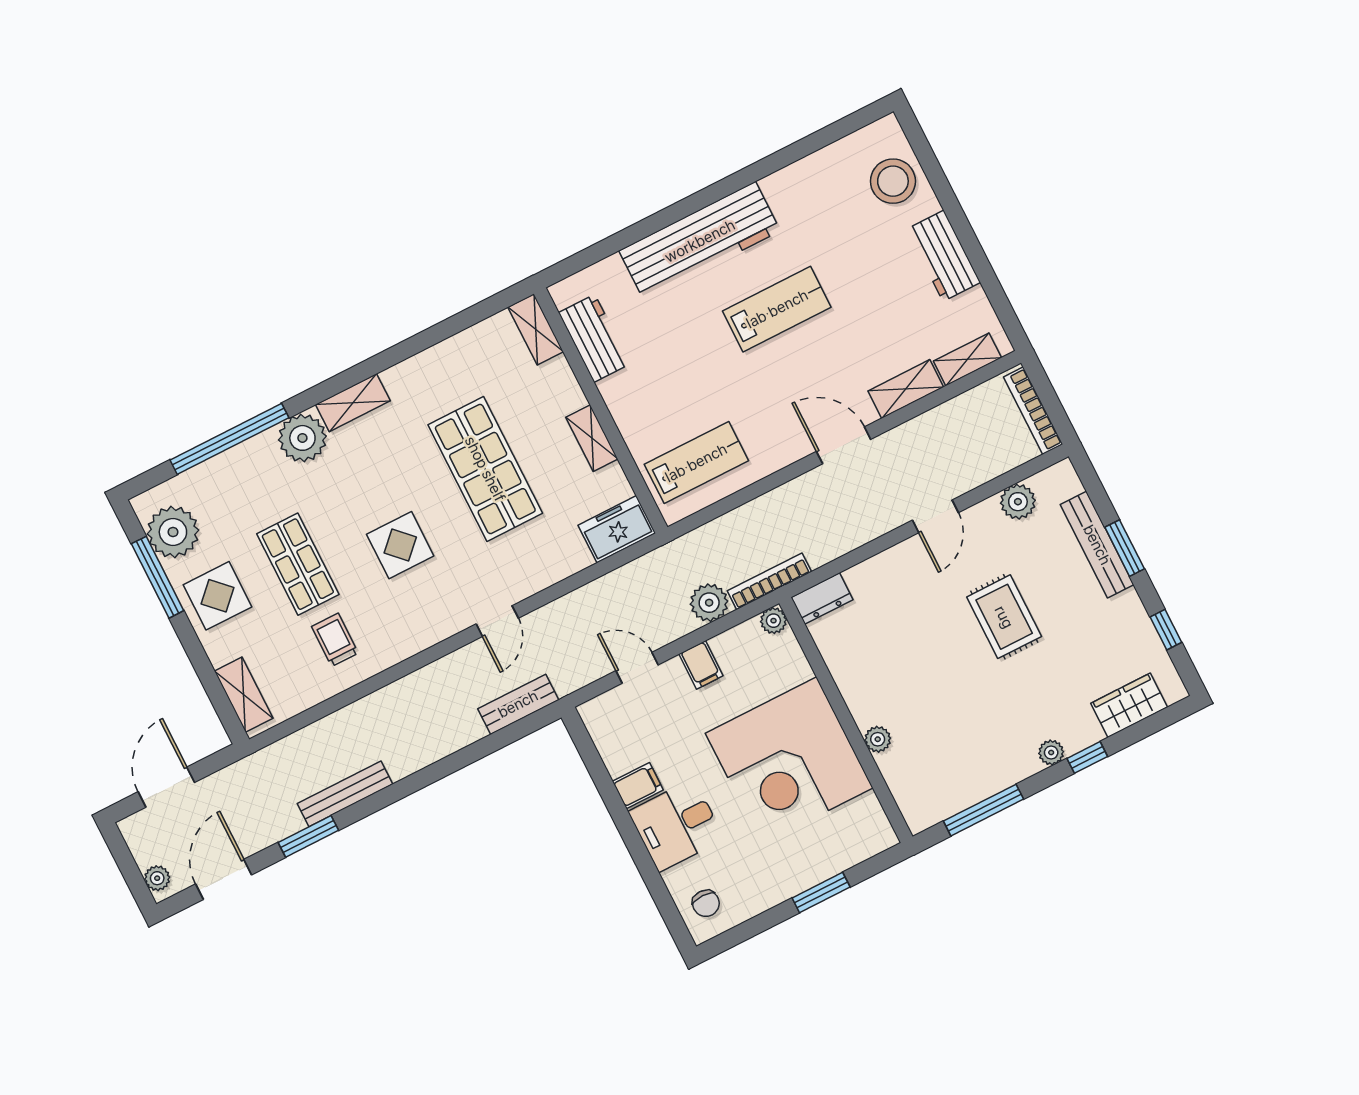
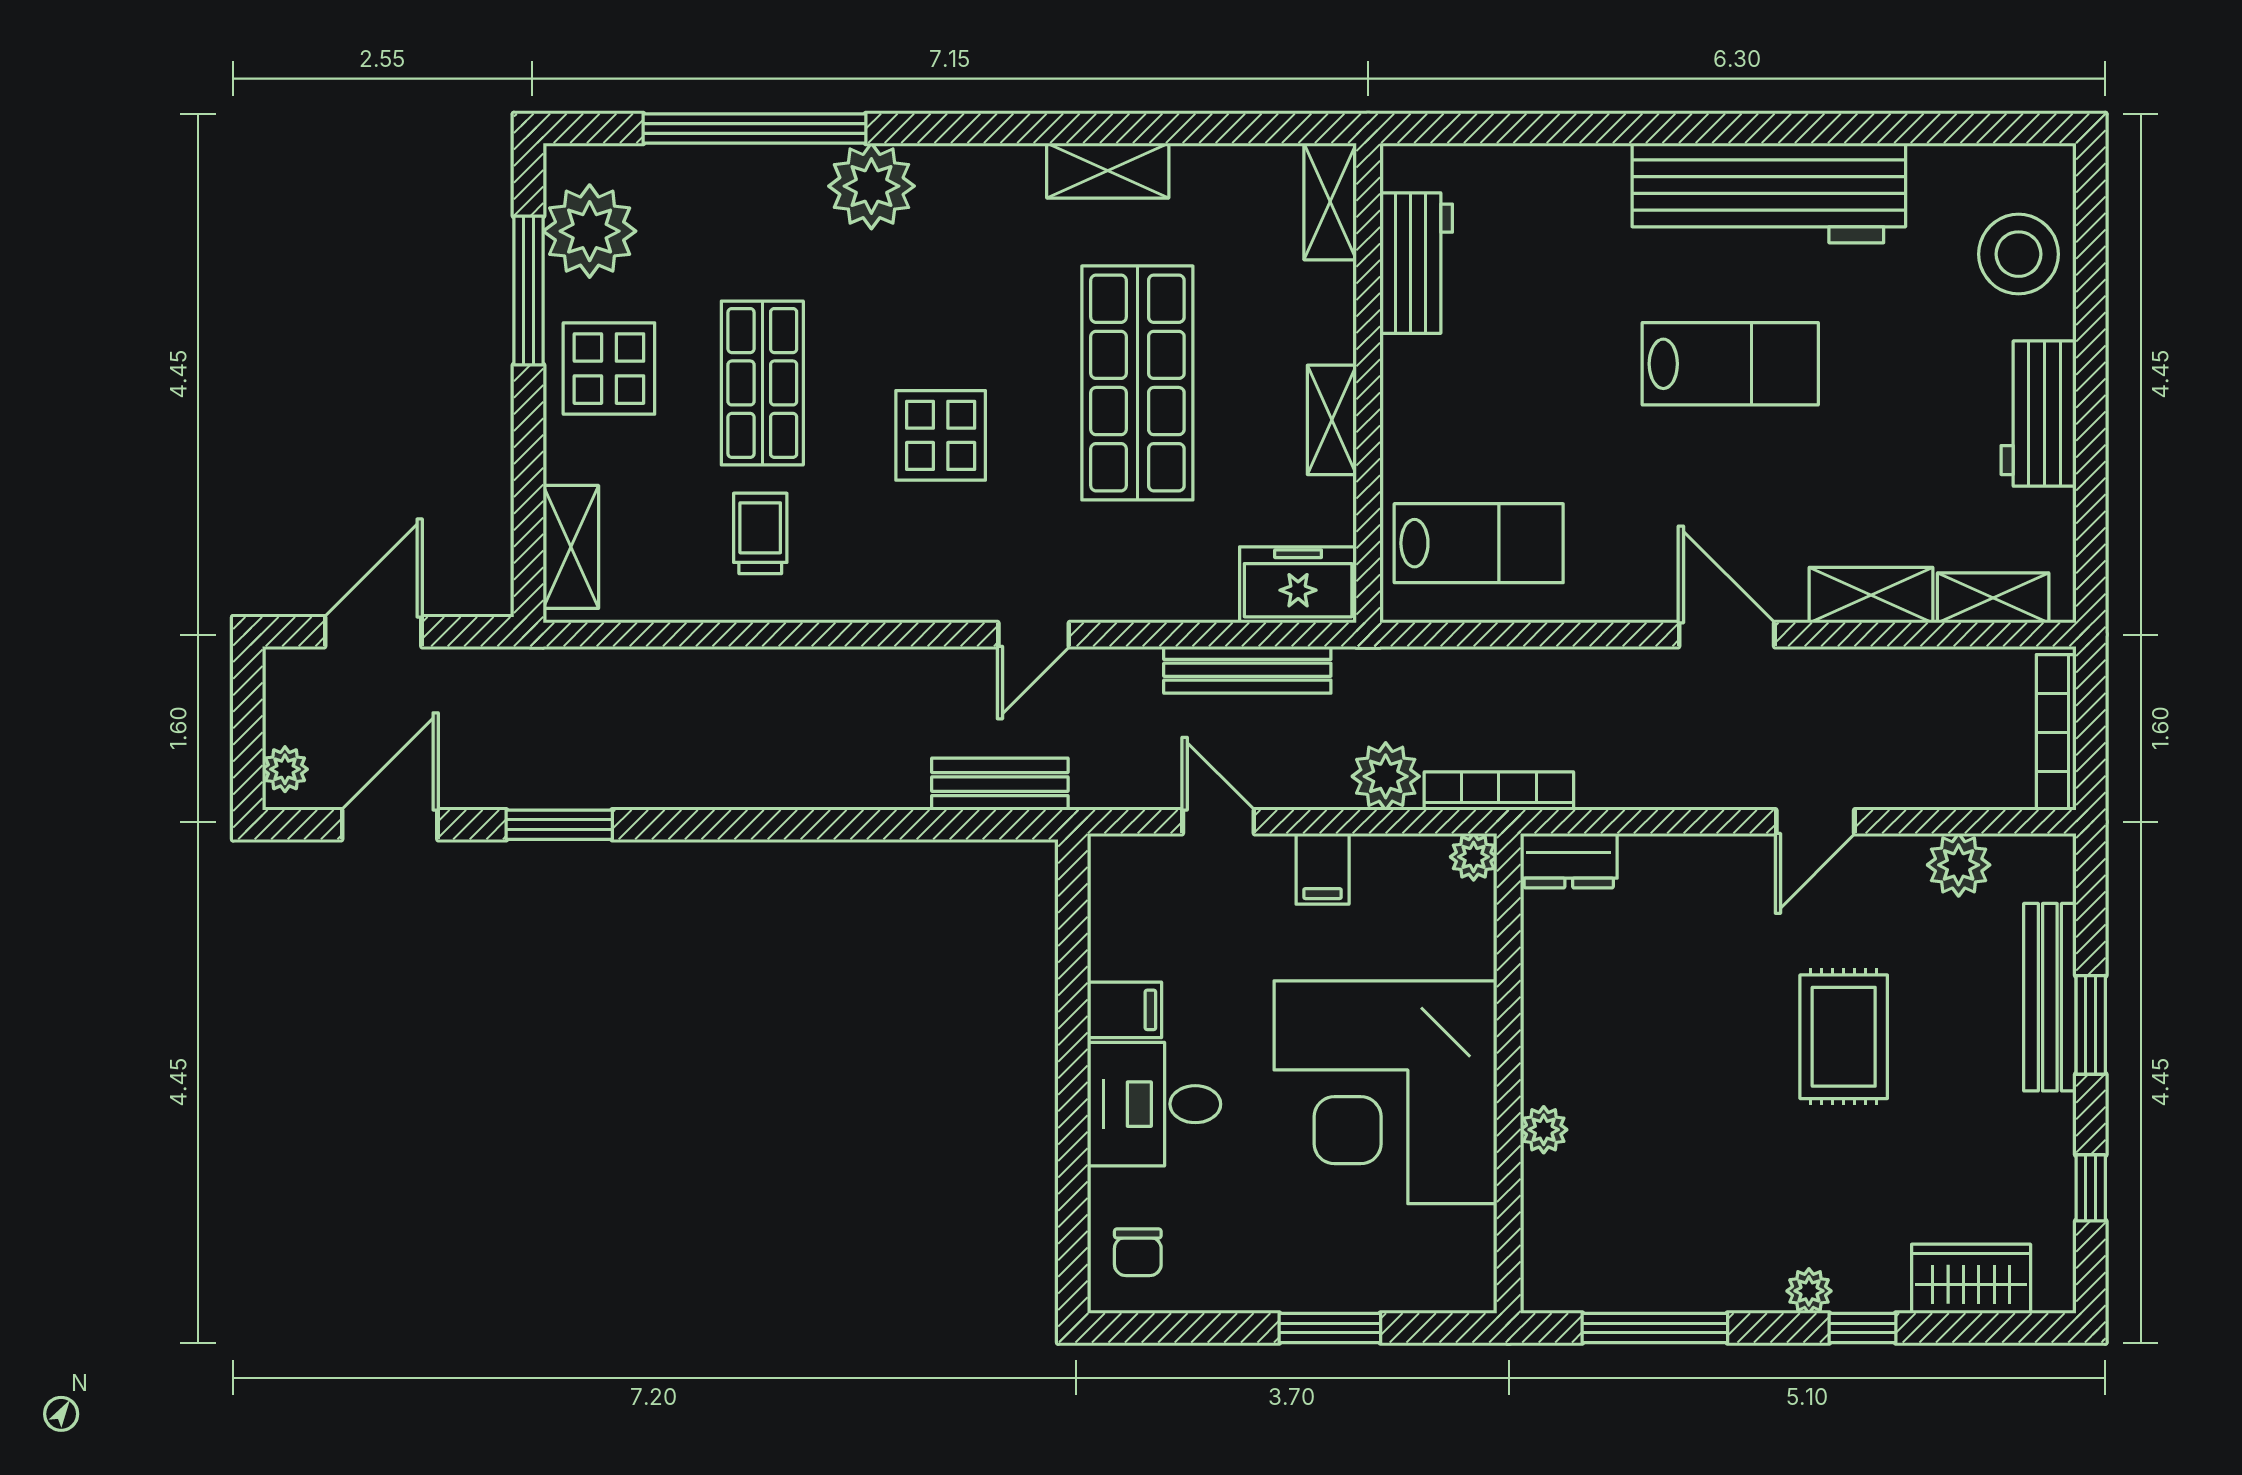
workbench: (700, 241) -> (1769, 193), moved
shelving: (353, 403) -> (1108, 171), moved
bench: (345, 794) -> (1247, 670), moved

